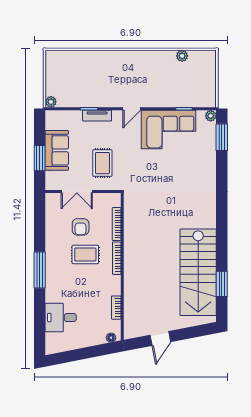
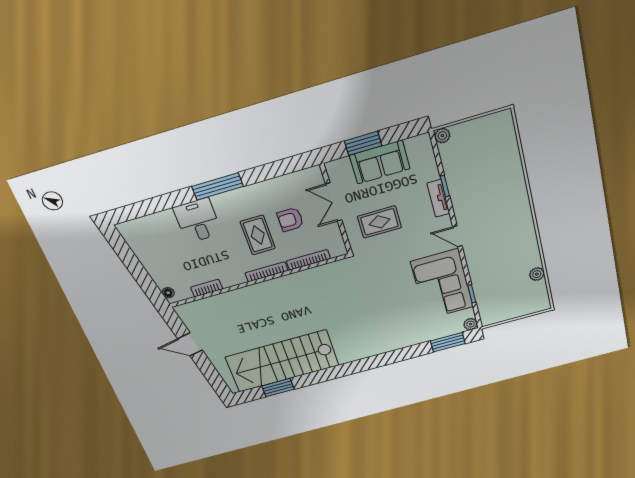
desk: (61, 318) -> (198, 221), moved

